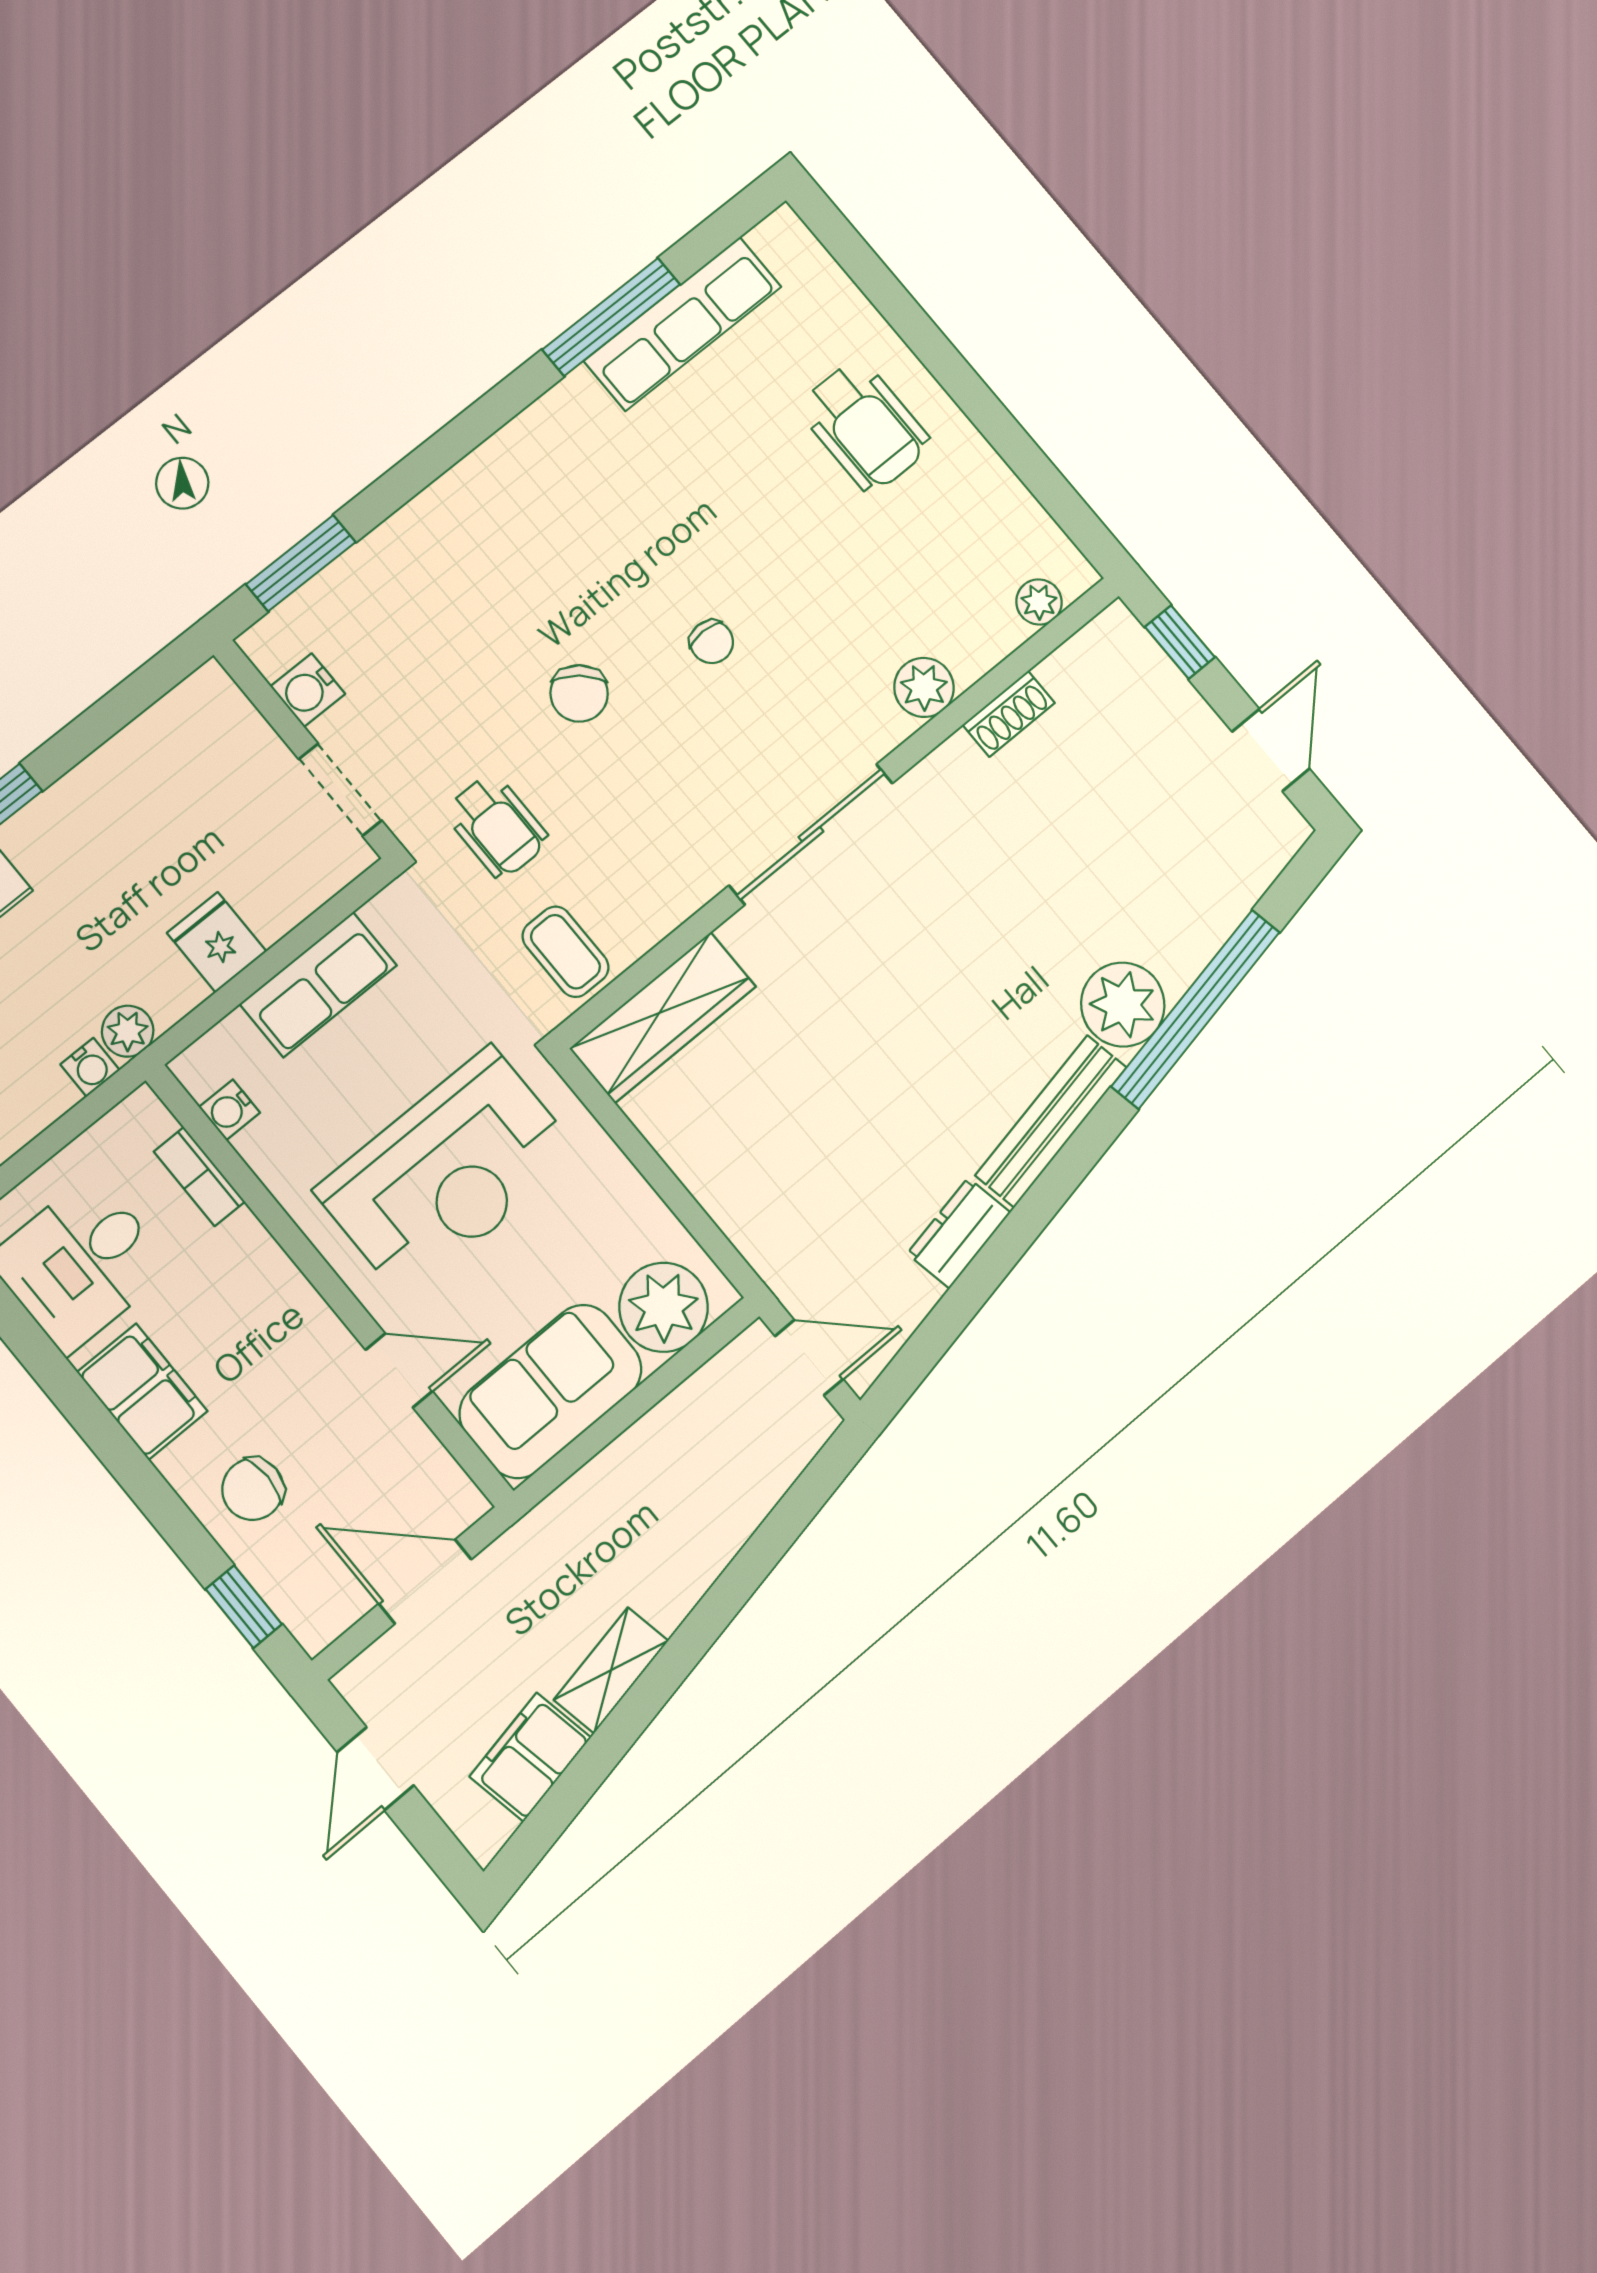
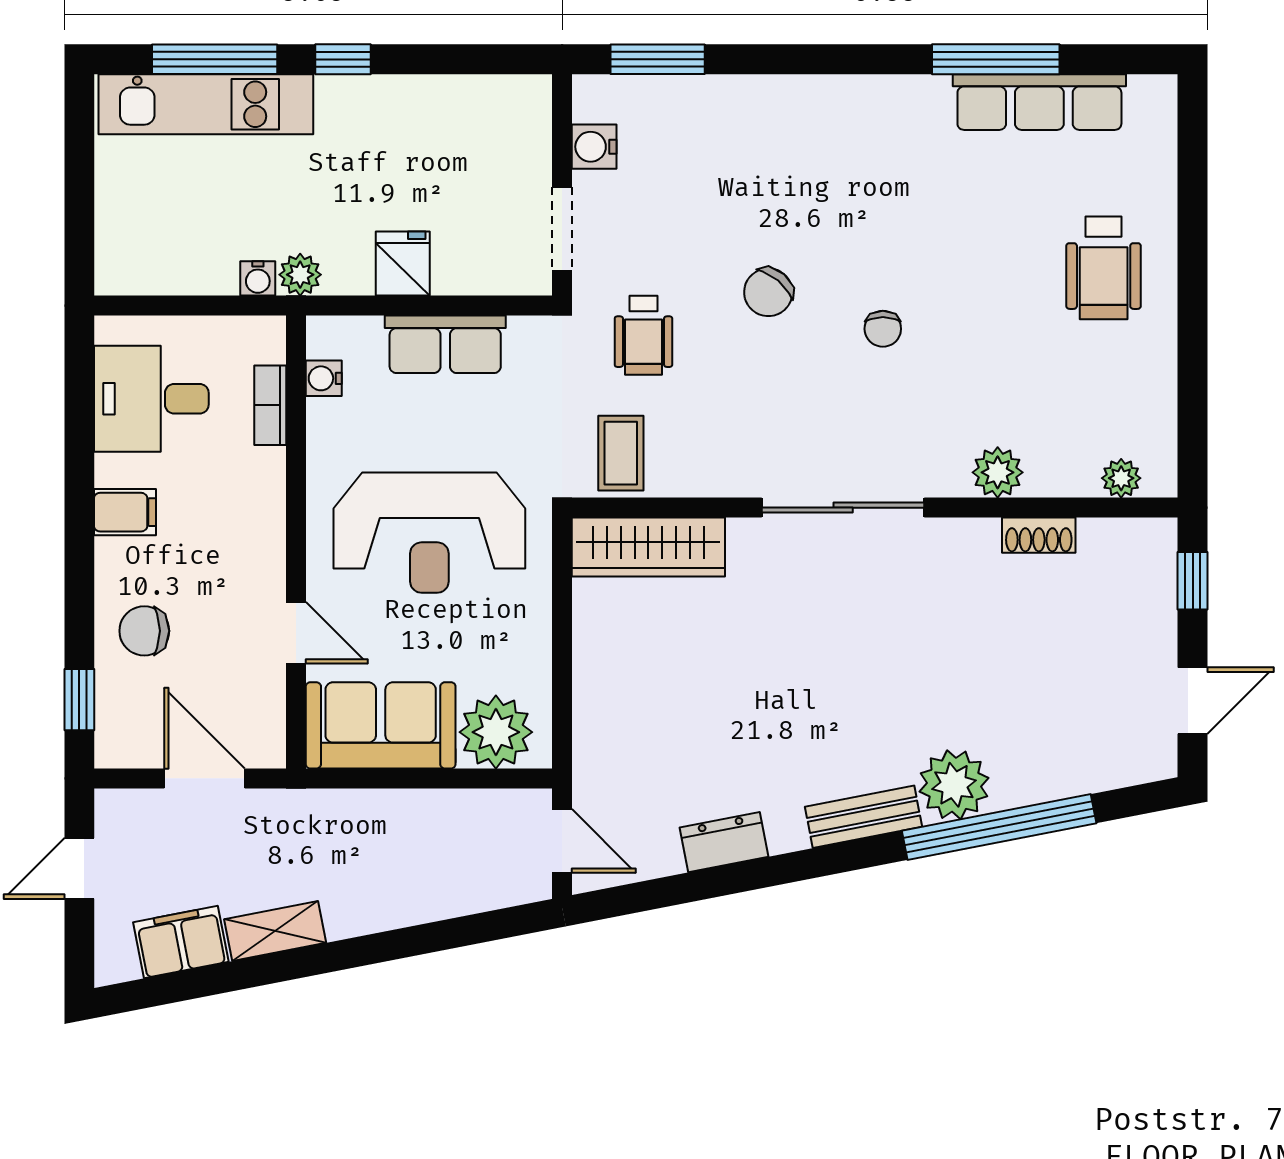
bench: (1051, 1121) -> (864, 817), width x0.73
filing cabinet: (142, 1392) -> (125, 512), width x0.50

